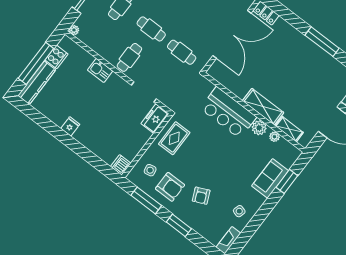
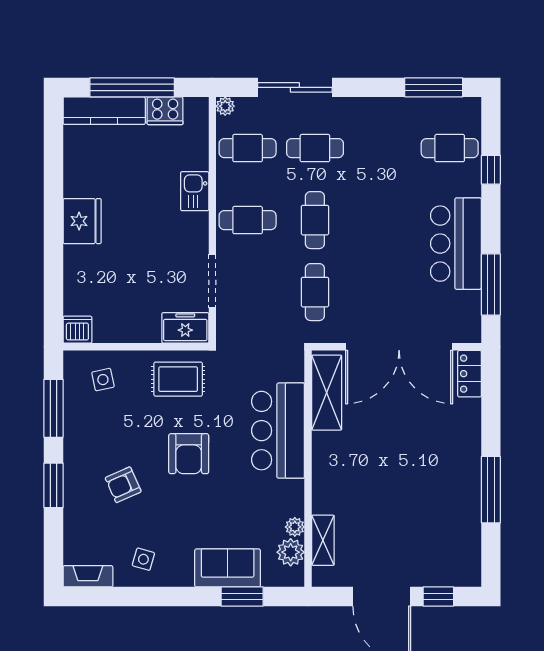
cafe table: (99, 34) -> (248, 148), added
shelving: (263, 107) -> (327, 393), moved
fridge: (70, 126) -> (82, 221), width x1.88, depth x1.34
plant: (259, 128) -> (291, 552), moved
armchair: (170, 187) -> (189, 454), moved

